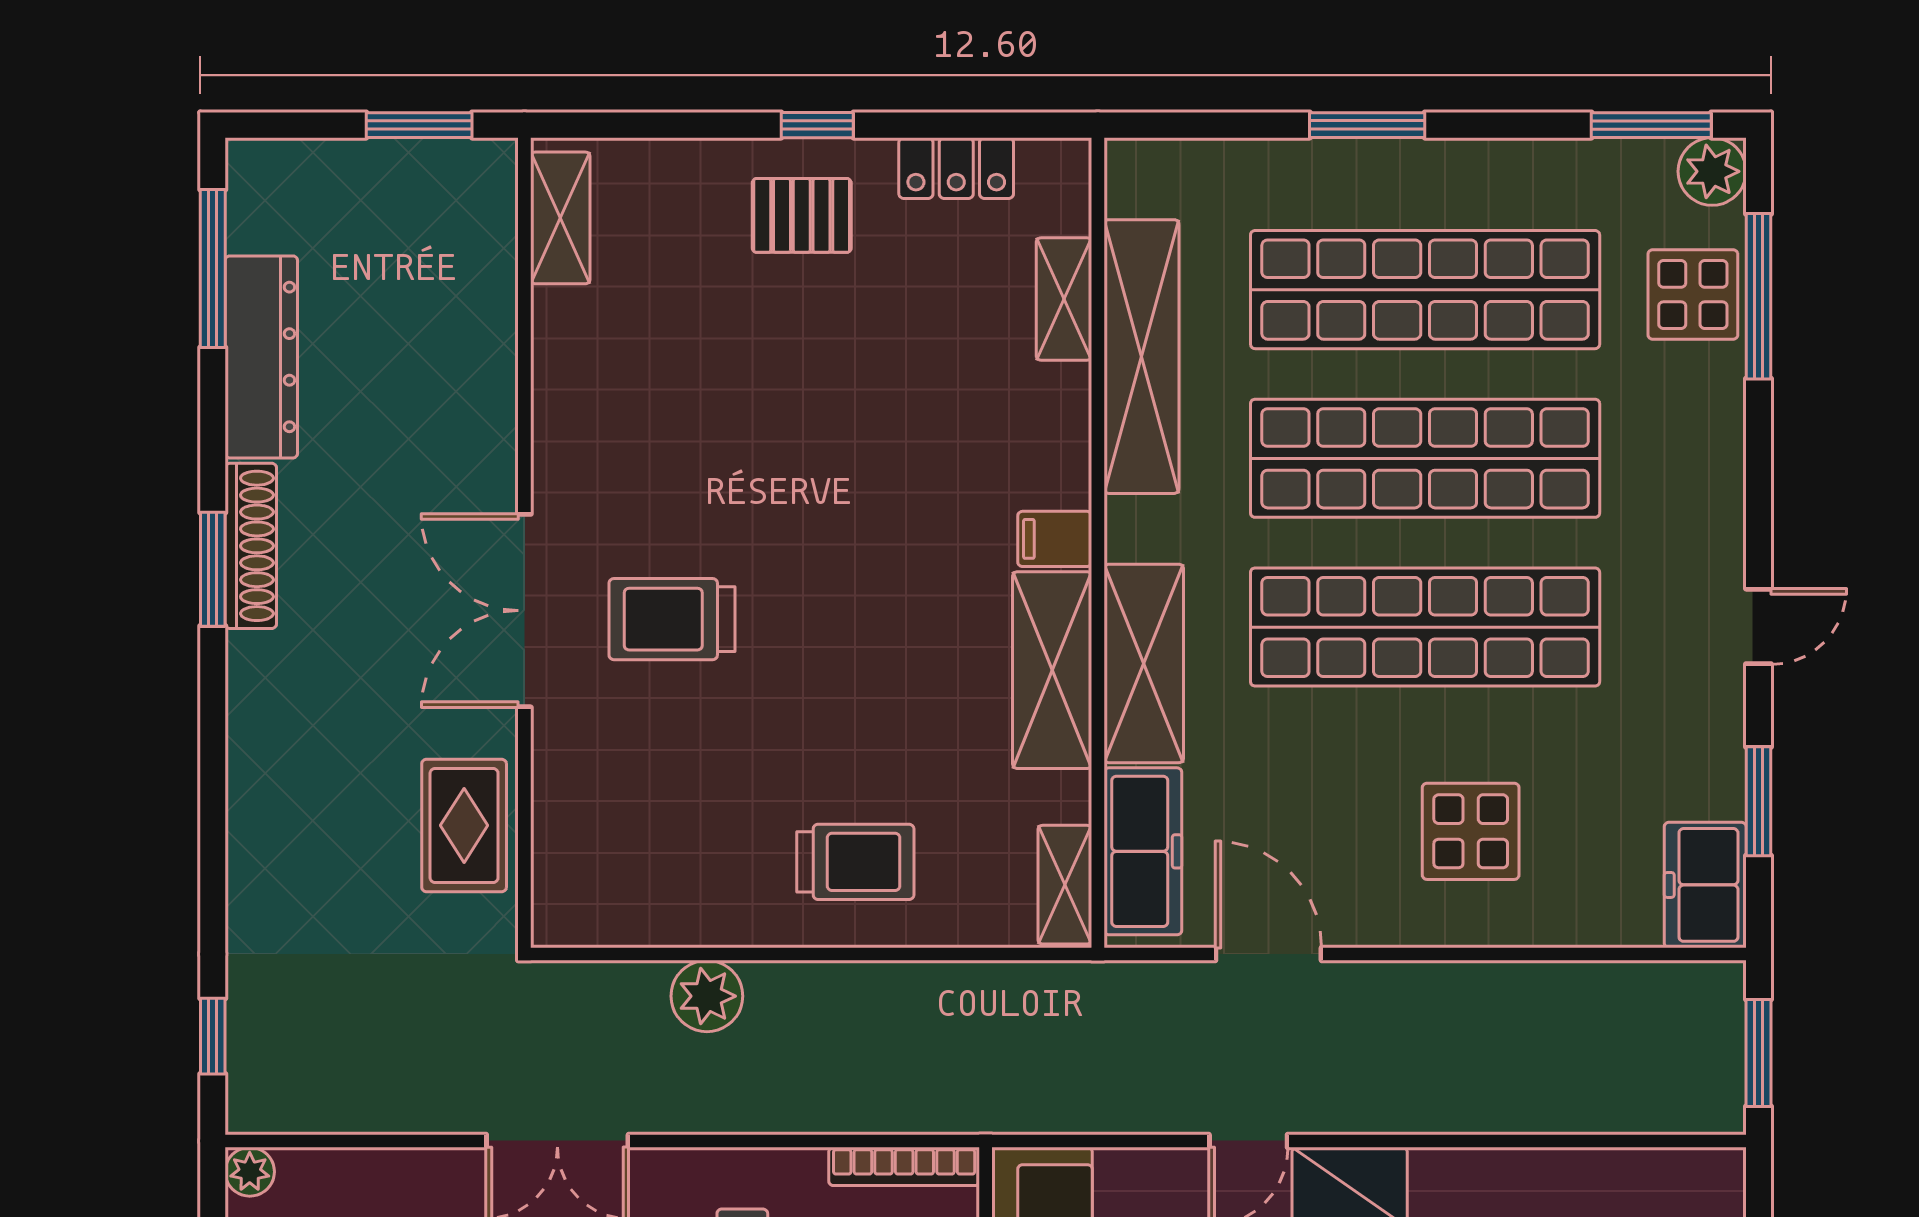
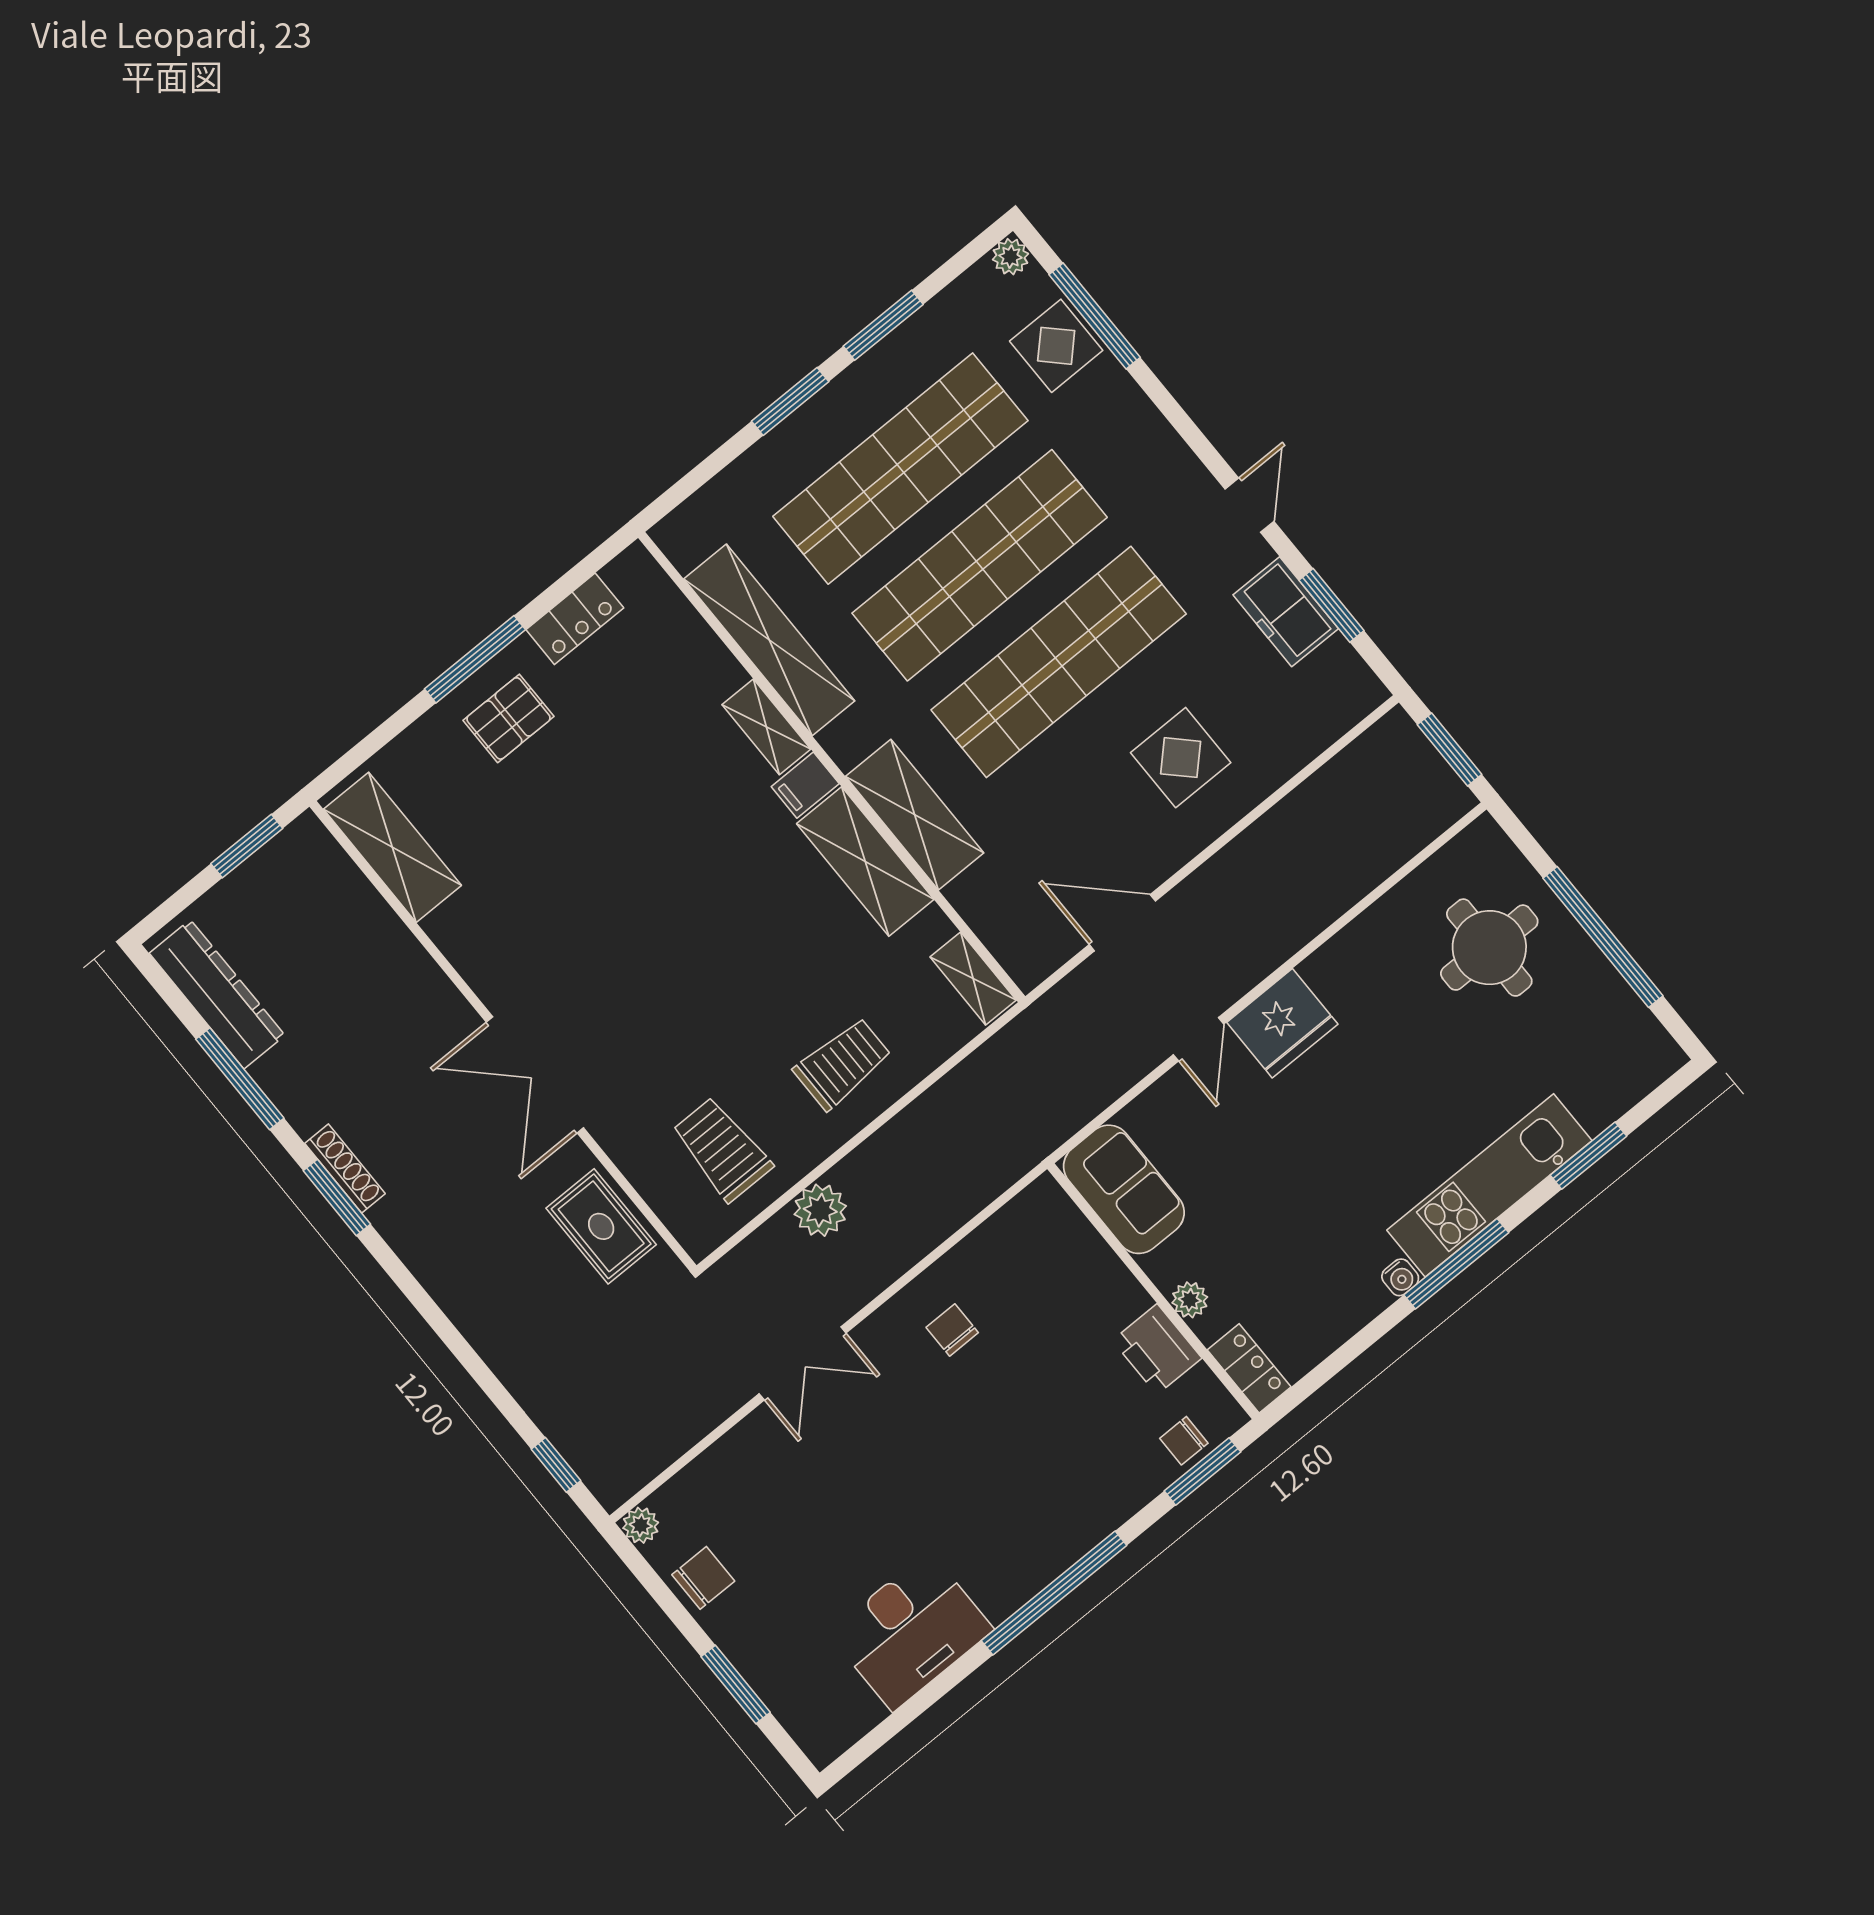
window: (817, 125) -> (475, 659), width x2.17
window: (1651, 125) -> (883, 325), moved
plant: (1712, 171) -> (1010, 257), width x0.73, depth x0.73
shelving: (560, 218) -> (392, 847), width x1.50, depth x1.33
window: (213, 269) -> (240, 1079), moved
shelving: (1064, 299) -> (766, 727), moved
dresser: (261, 357) -> (217, 994), moved
shoe rack: (251, 546) -> (345, 1168), width x0.74, depth x0.81
trolley: (672, 619) -> (722, 1149), moved, turned 90
freezer: (1143, 851) -> (1002, 923), removed
freezer: (1705, 885) -> (1286, 612), moved
bookcase: (904, 1166) -> (1013, 1215), removed

